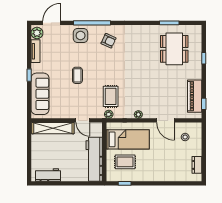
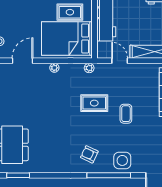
rug: (111, 96) -> (94, 103), moved, turned 90
door: (165, 120) -> (23, 61), hinge flipped
bed: (128, 139) -> (67, 39), width x1.50

